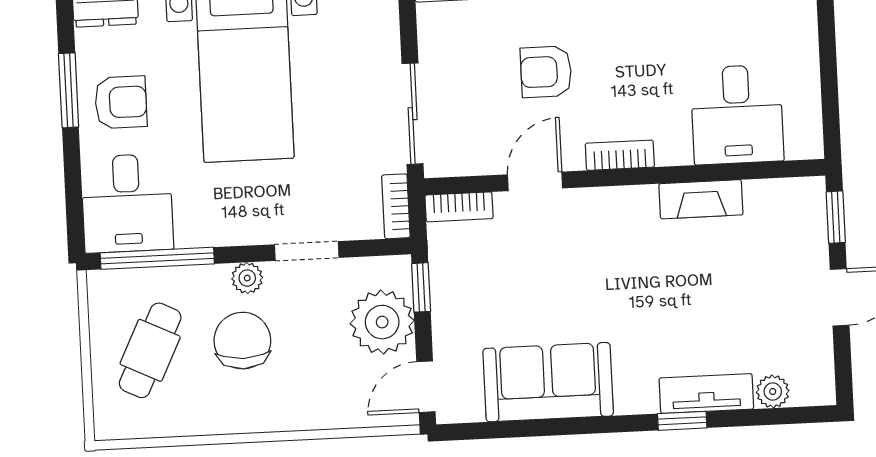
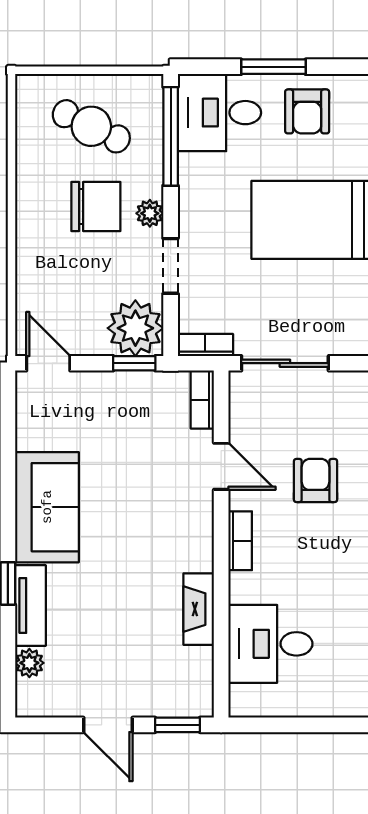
window: (69, 90) -> (273, 67), moved
plant: (382, 322) -> (135, 328), moved
sofa: (548, 382) -> (47, 507), moved

